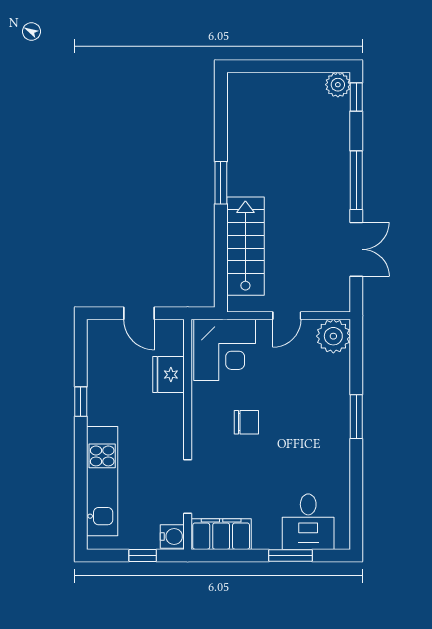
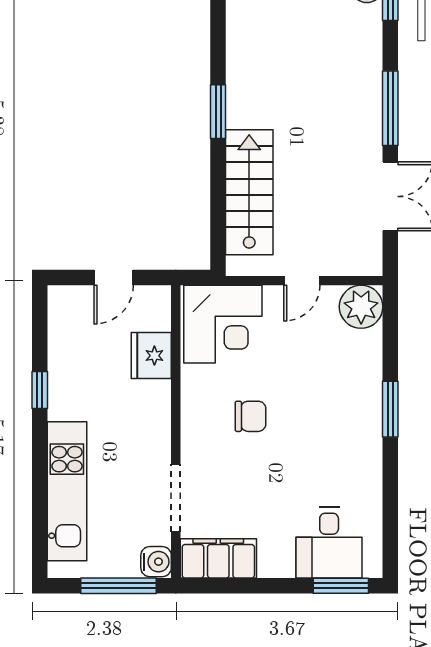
door: (139, 313) -> (114, 278), hinge flipped
window: (143, 555) -> (119, 586), width x2.17
window: (290, 555) -> (341, 586), moved

